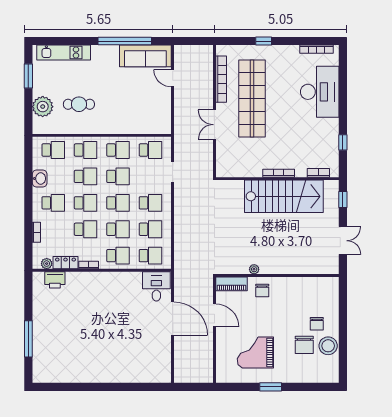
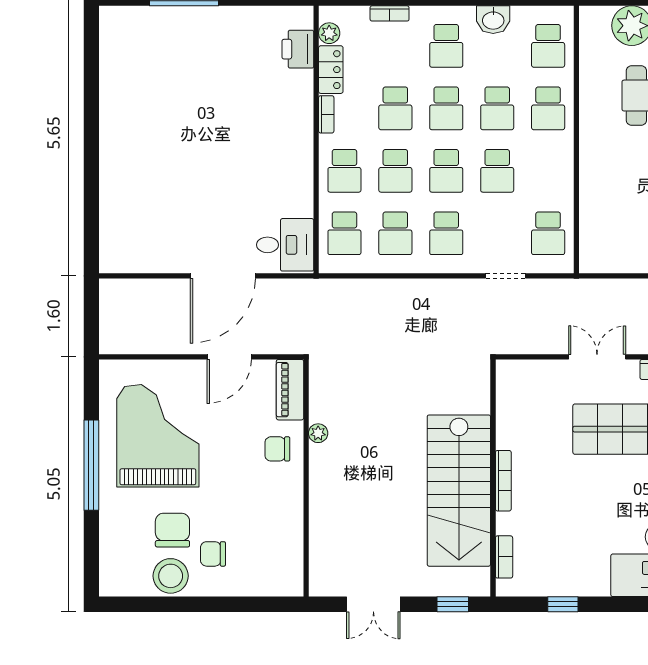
school desk: (118, 150) -> (548, 171), removed
chair: (304, 345) -> (172, 530), turned 90
grand piano: (255, 352) -> (158, 436), width x1.37, depth x1.48
window: (271, 387) -> (91, 465), width x2.11

